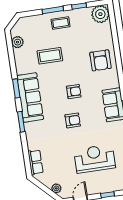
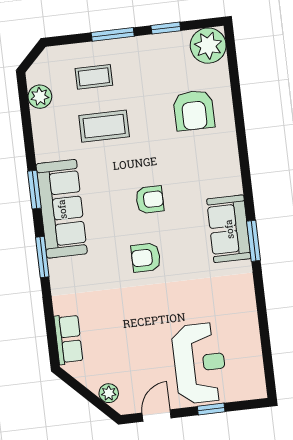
coffee table: (61, 23) -> (94, 77), moved
armchair: (100, 60) -> (194, 110), moved
armchair: (73, 120) -> (146, 258), turned 180
reception desk: (95, 159) -> (200, 363), moved, turned 90

